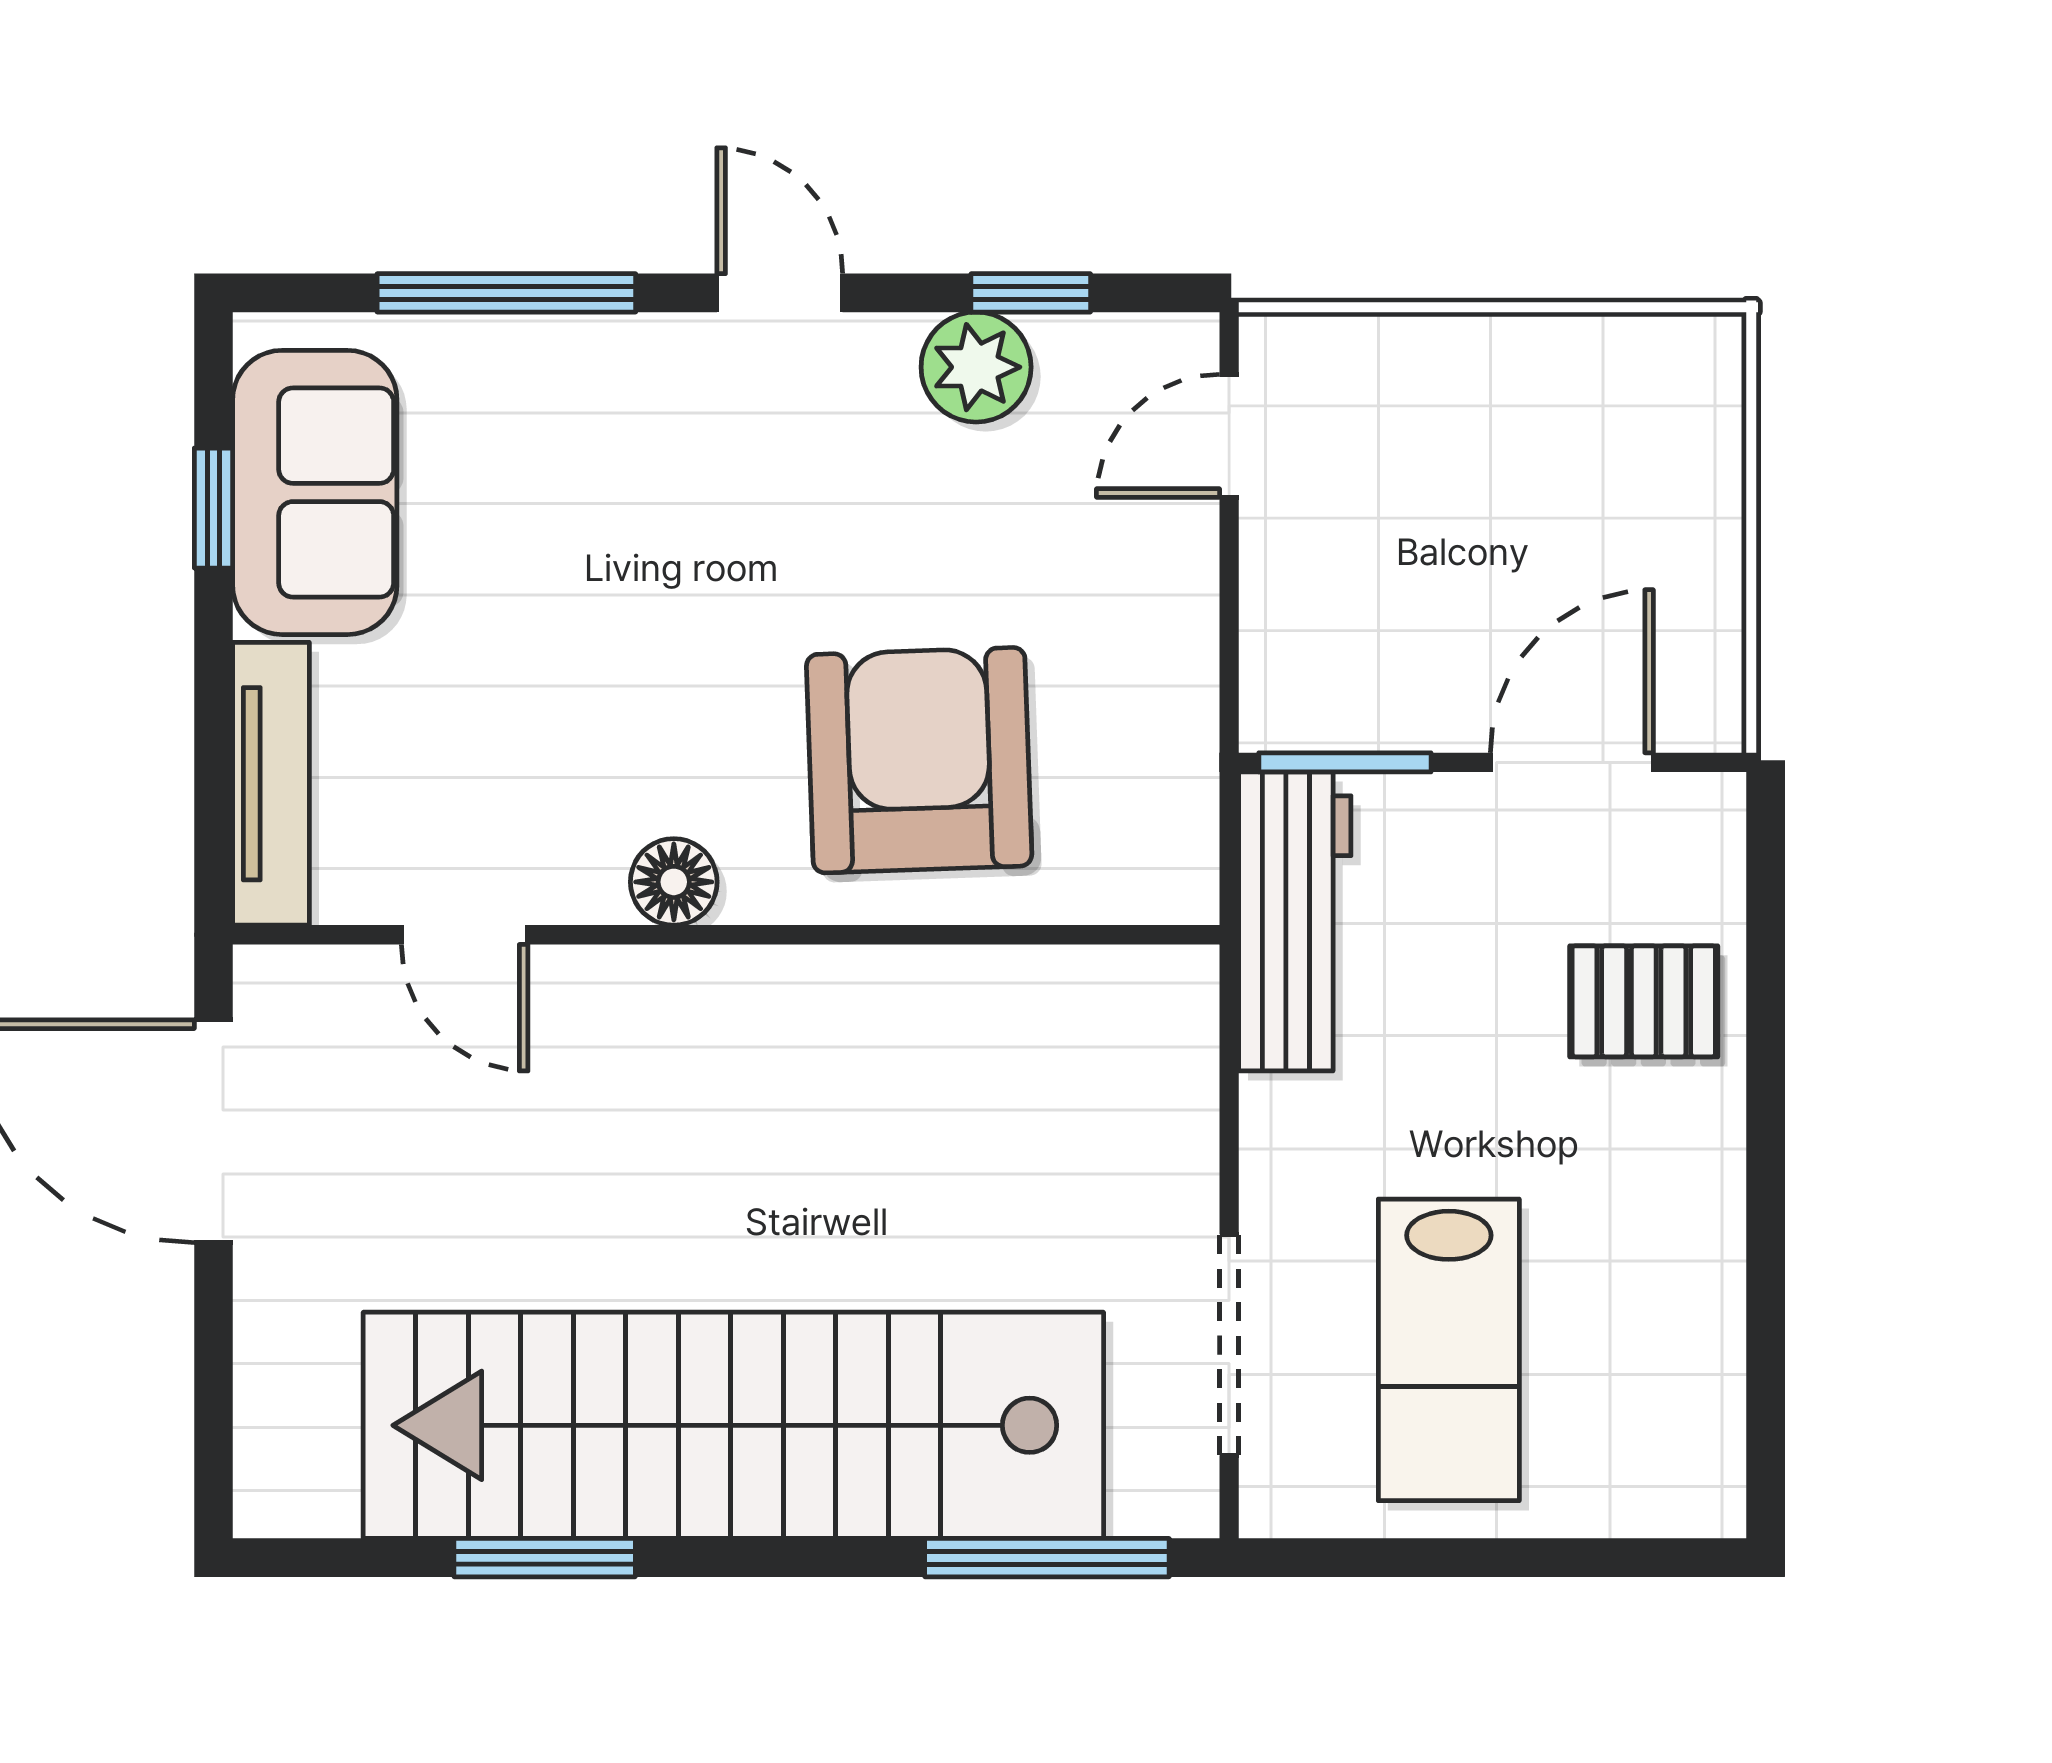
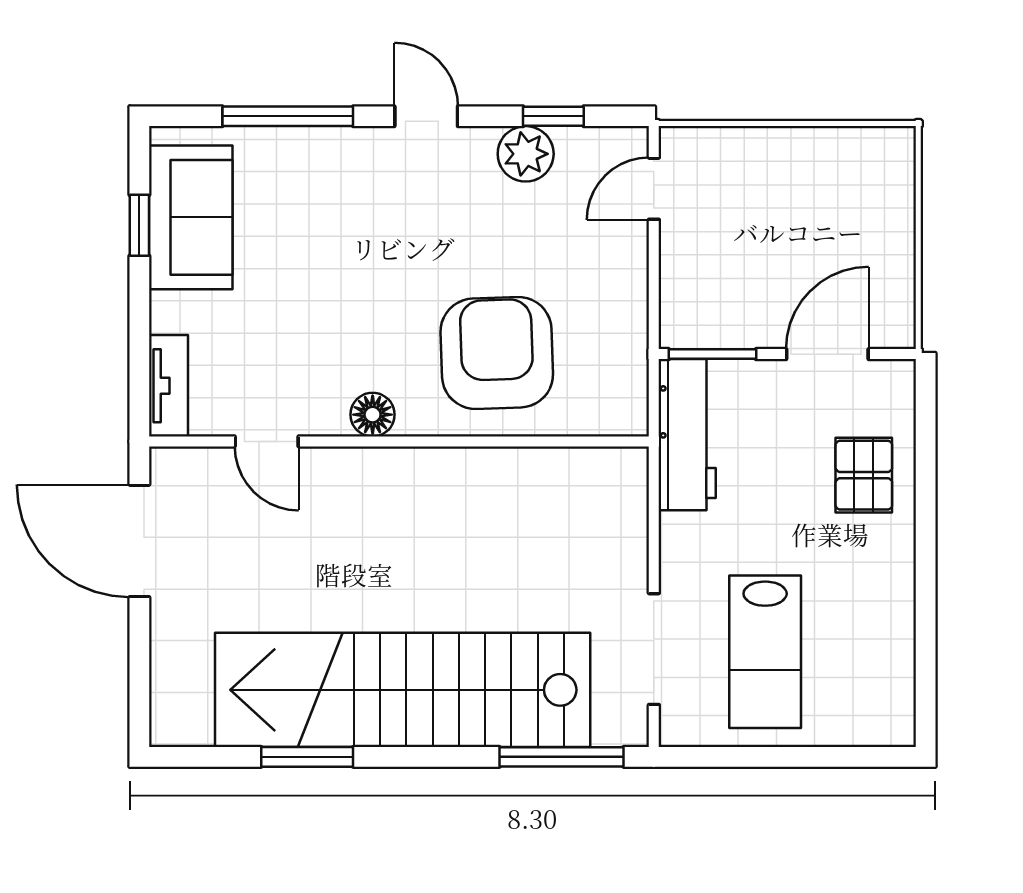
tv unit: (271, 784) -> (169, 386), width x0.71
pallet: (1644, 1001) -> (864, 475), turned 90

